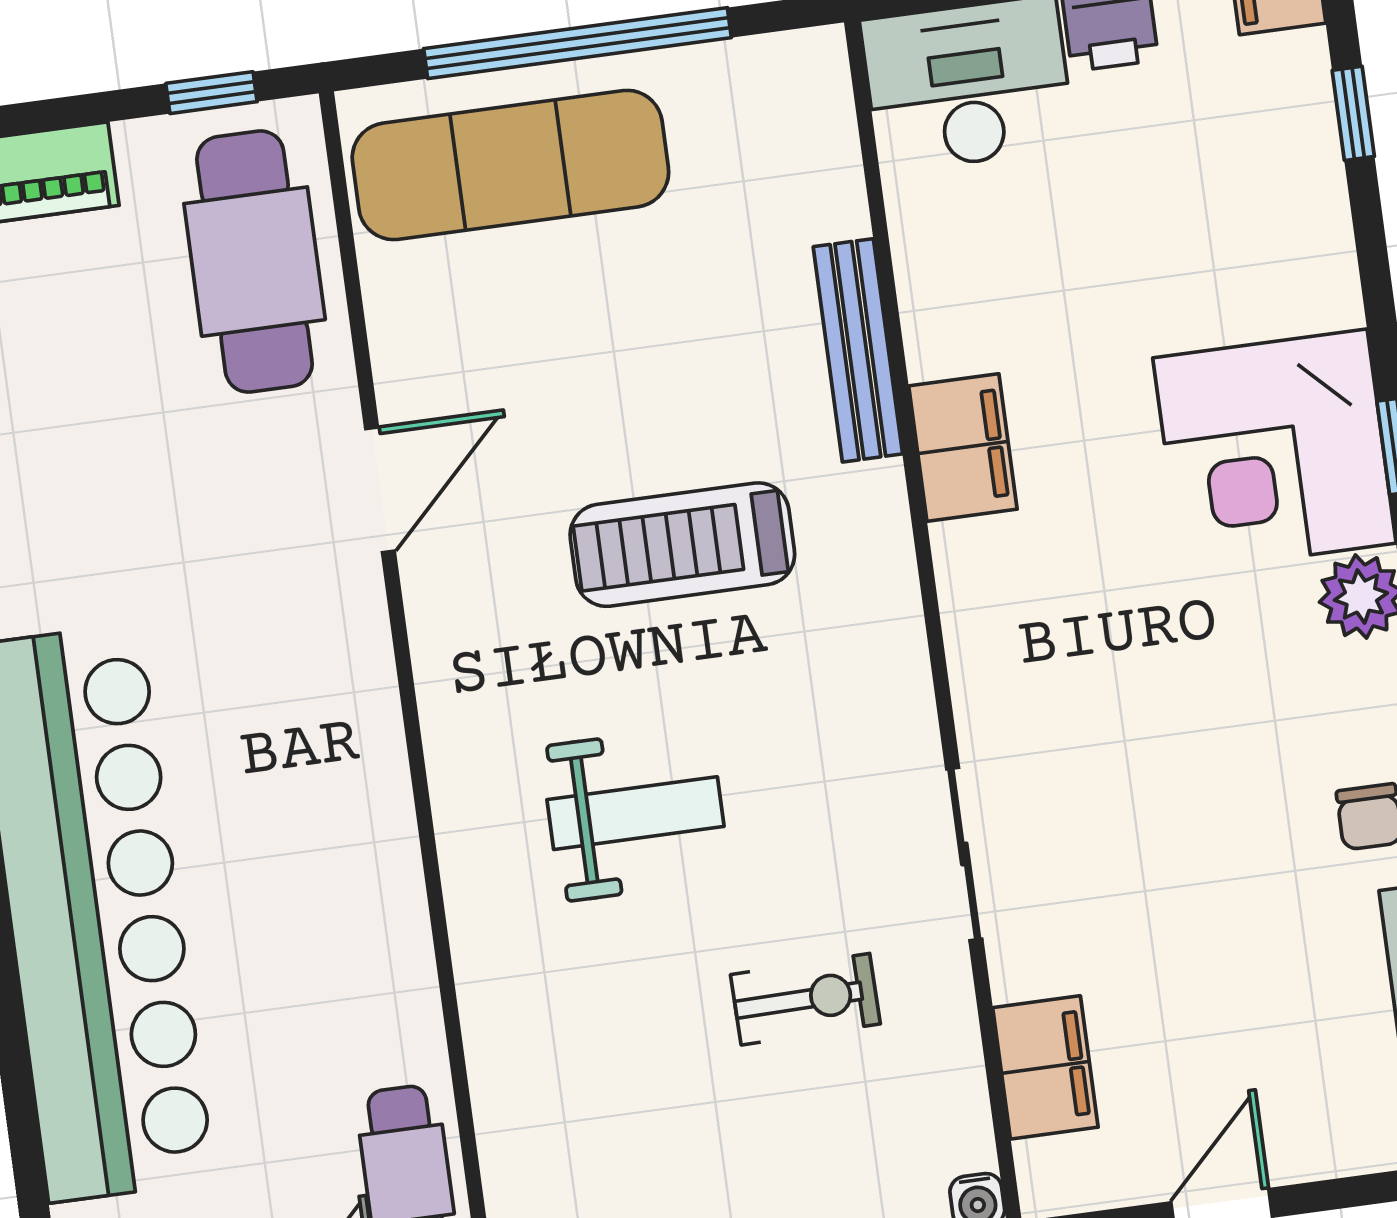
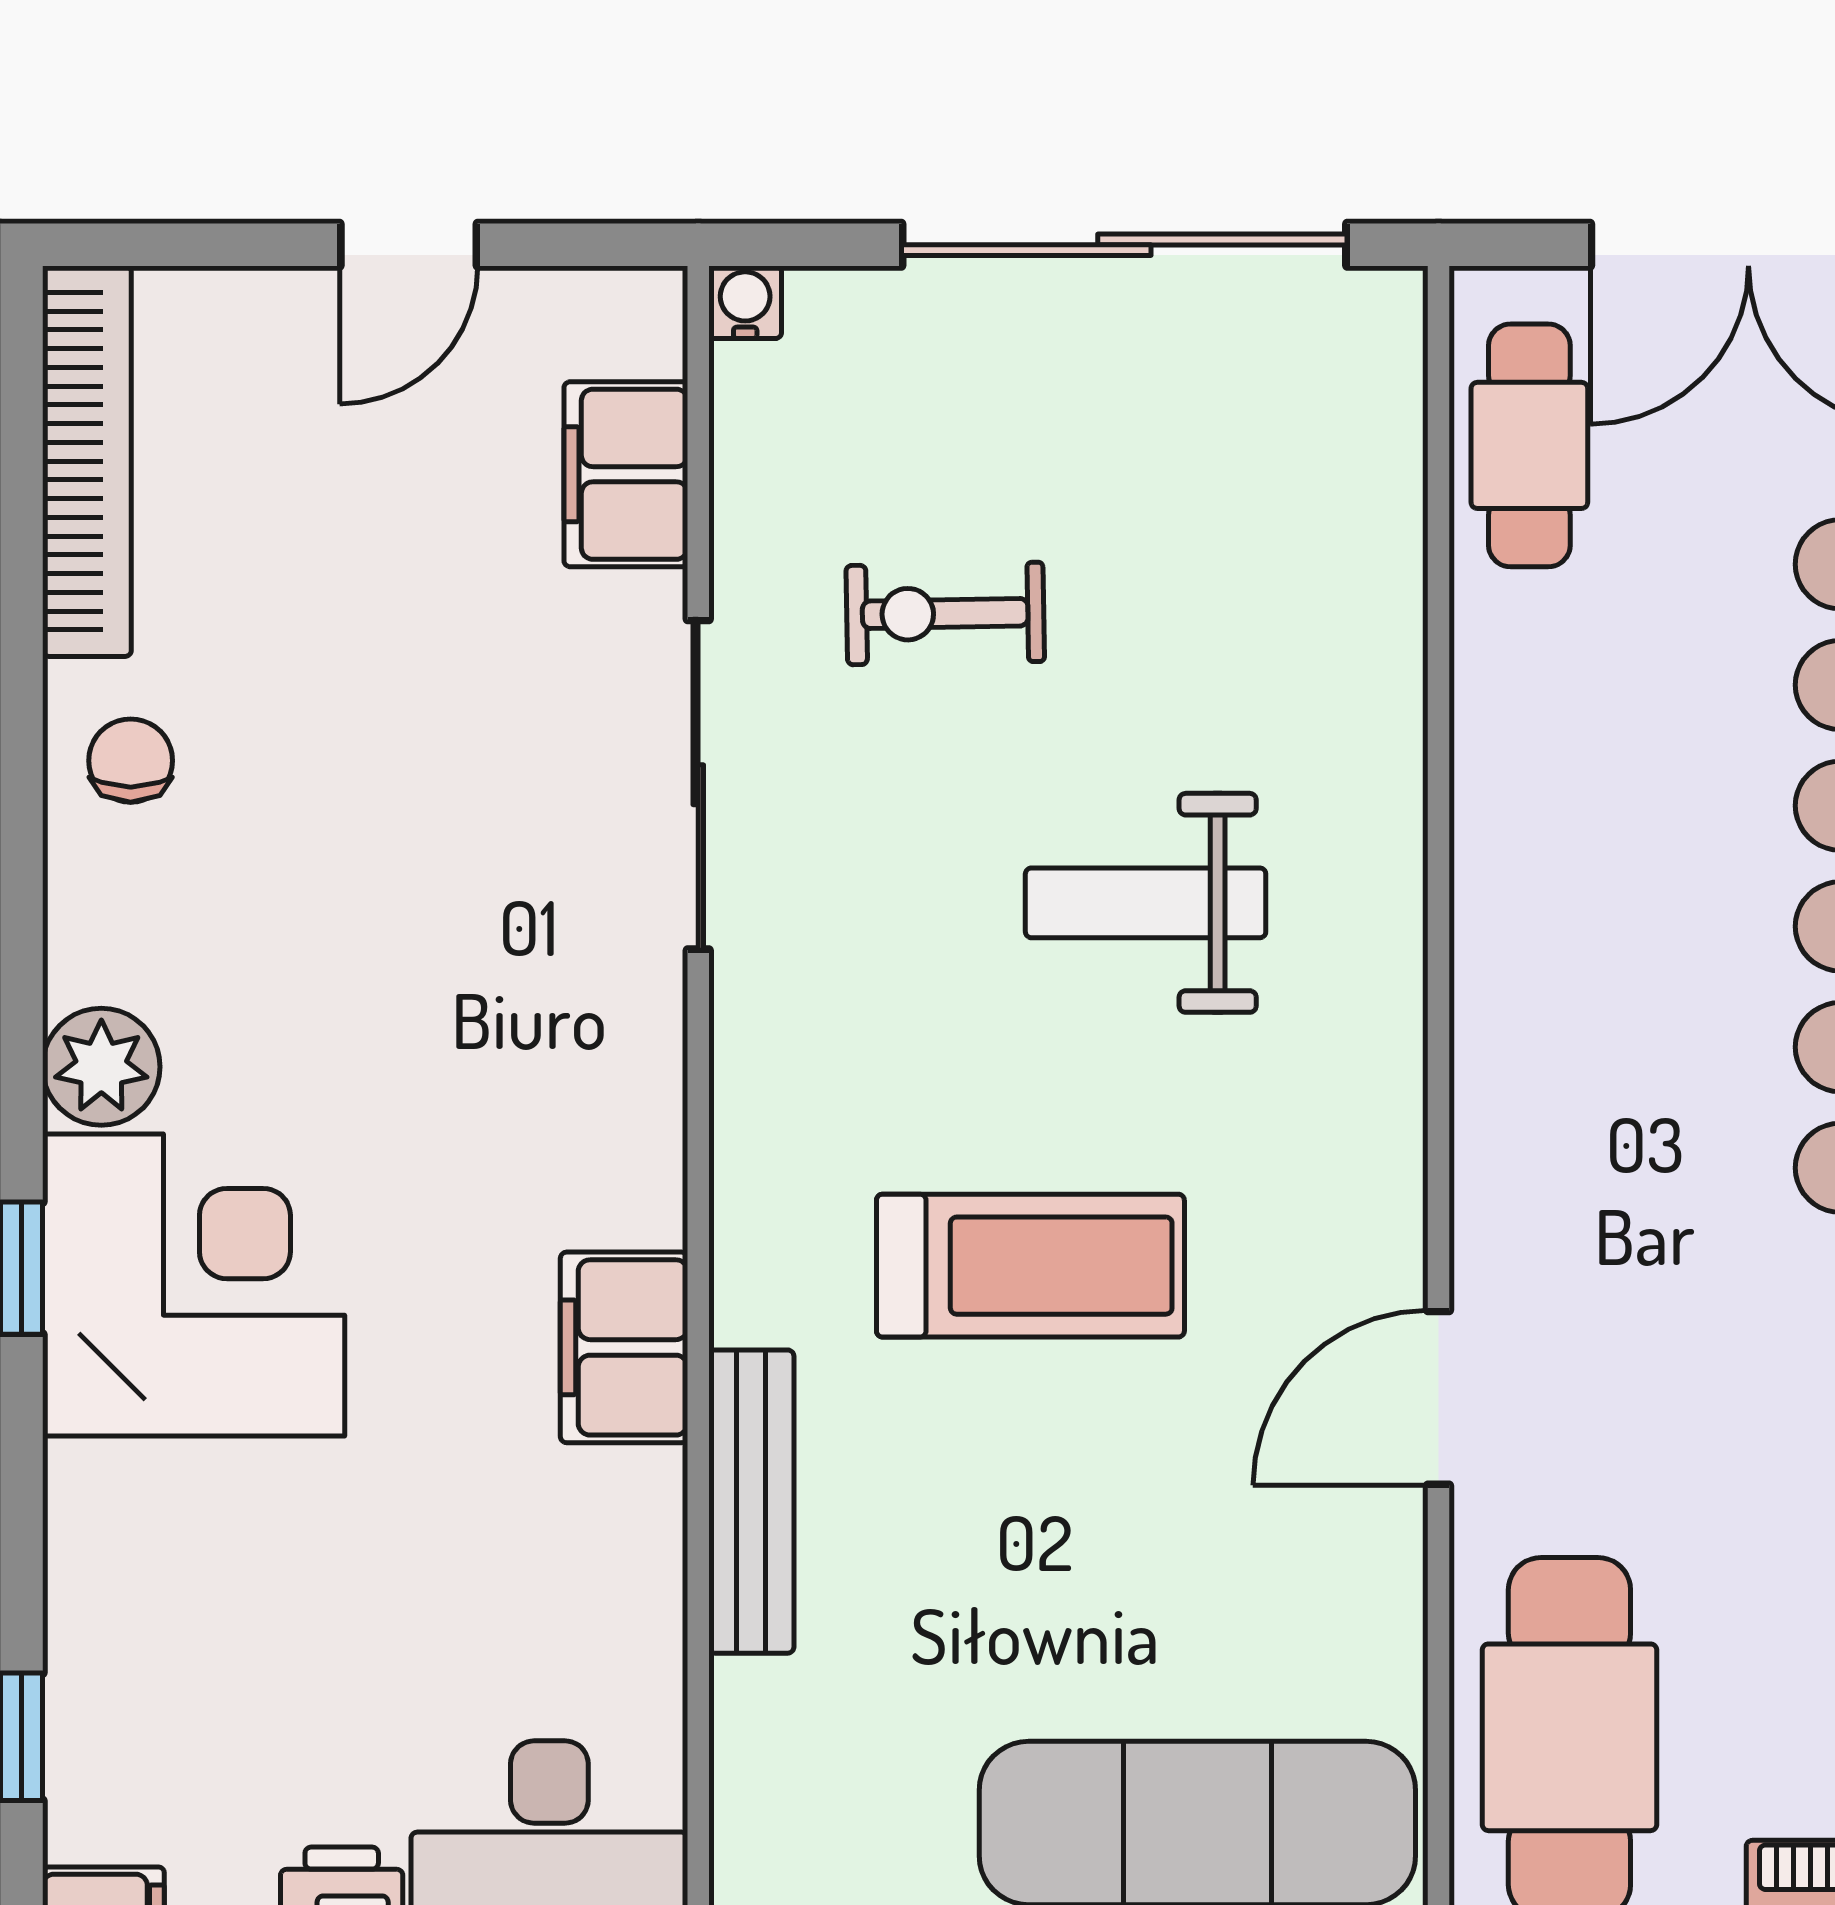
sliding door: (964, 854) -> (698, 785), width x1.37

